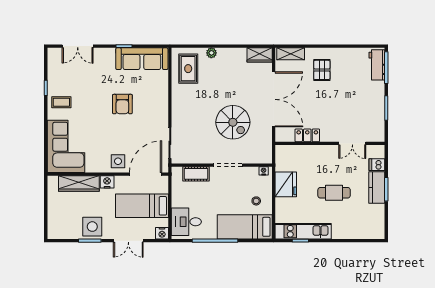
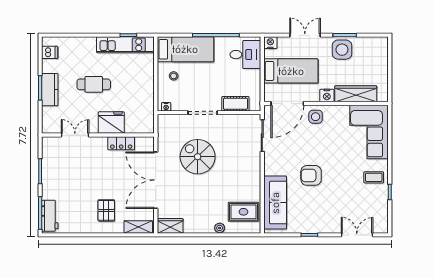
sofa: (142, 59) -> (275, 203), moved, turned 90
rug: (188, 69) -> (243, 212), turned 90
armchair: (122, 104) -> (311, 175), turned -90
dishwasher: (377, 165) -> (50, 52), moved
fridge: (286, 184) -> (111, 123), moved, turned 90

